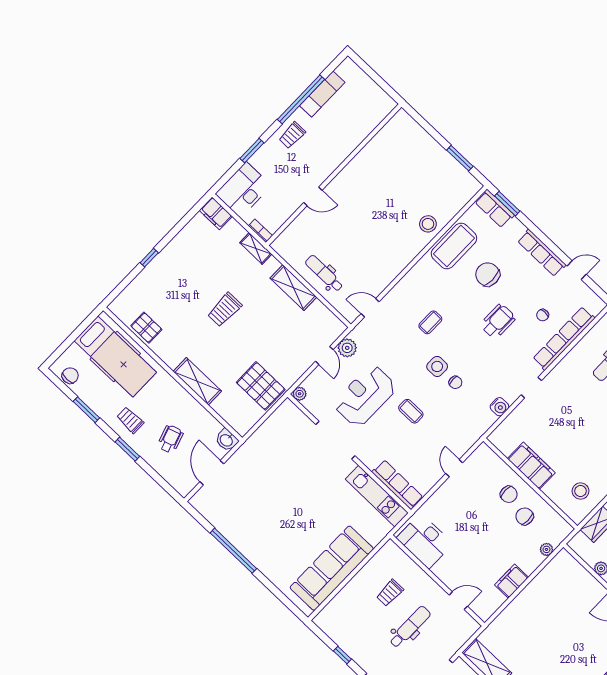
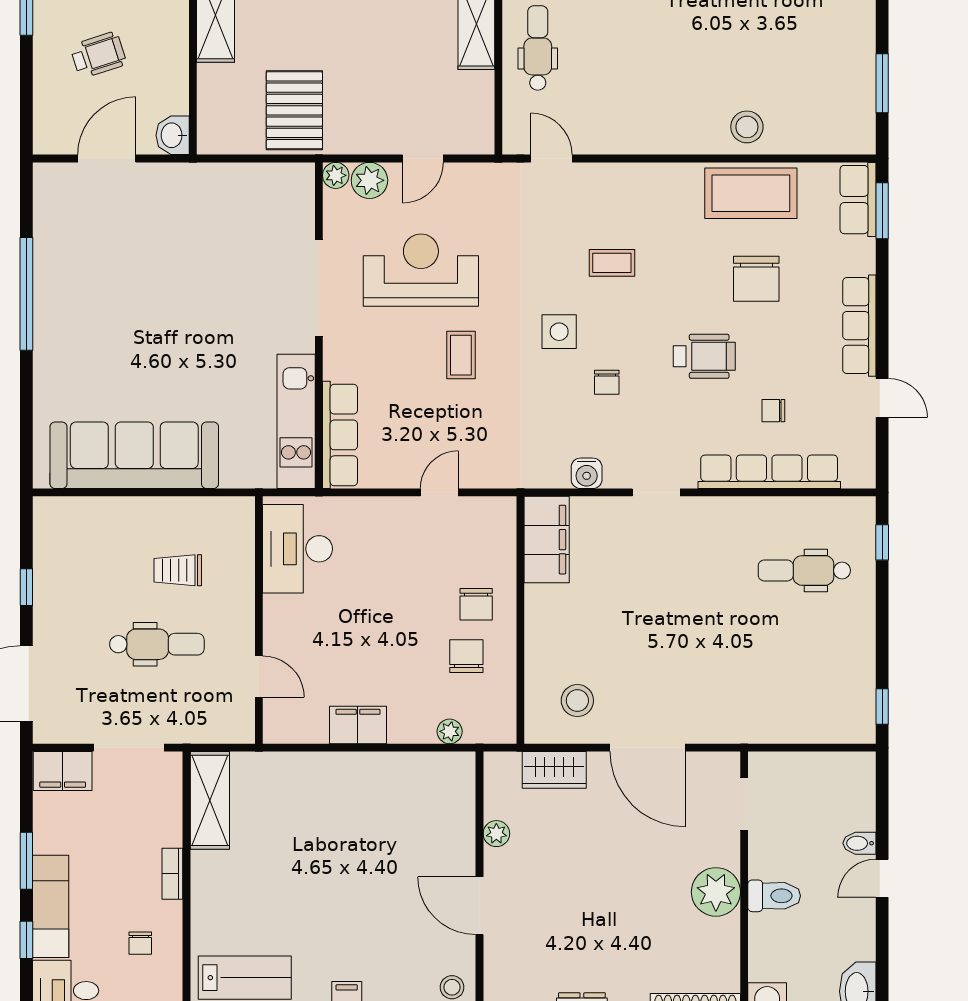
chair: (488, 274) -> (756, 279), turned 180
plant: (347, 348) -> (369, 180), moved
chair: (455, 382) -> (607, 382), moved
filing cabinet: (531, 466) -> (547, 540), moved

